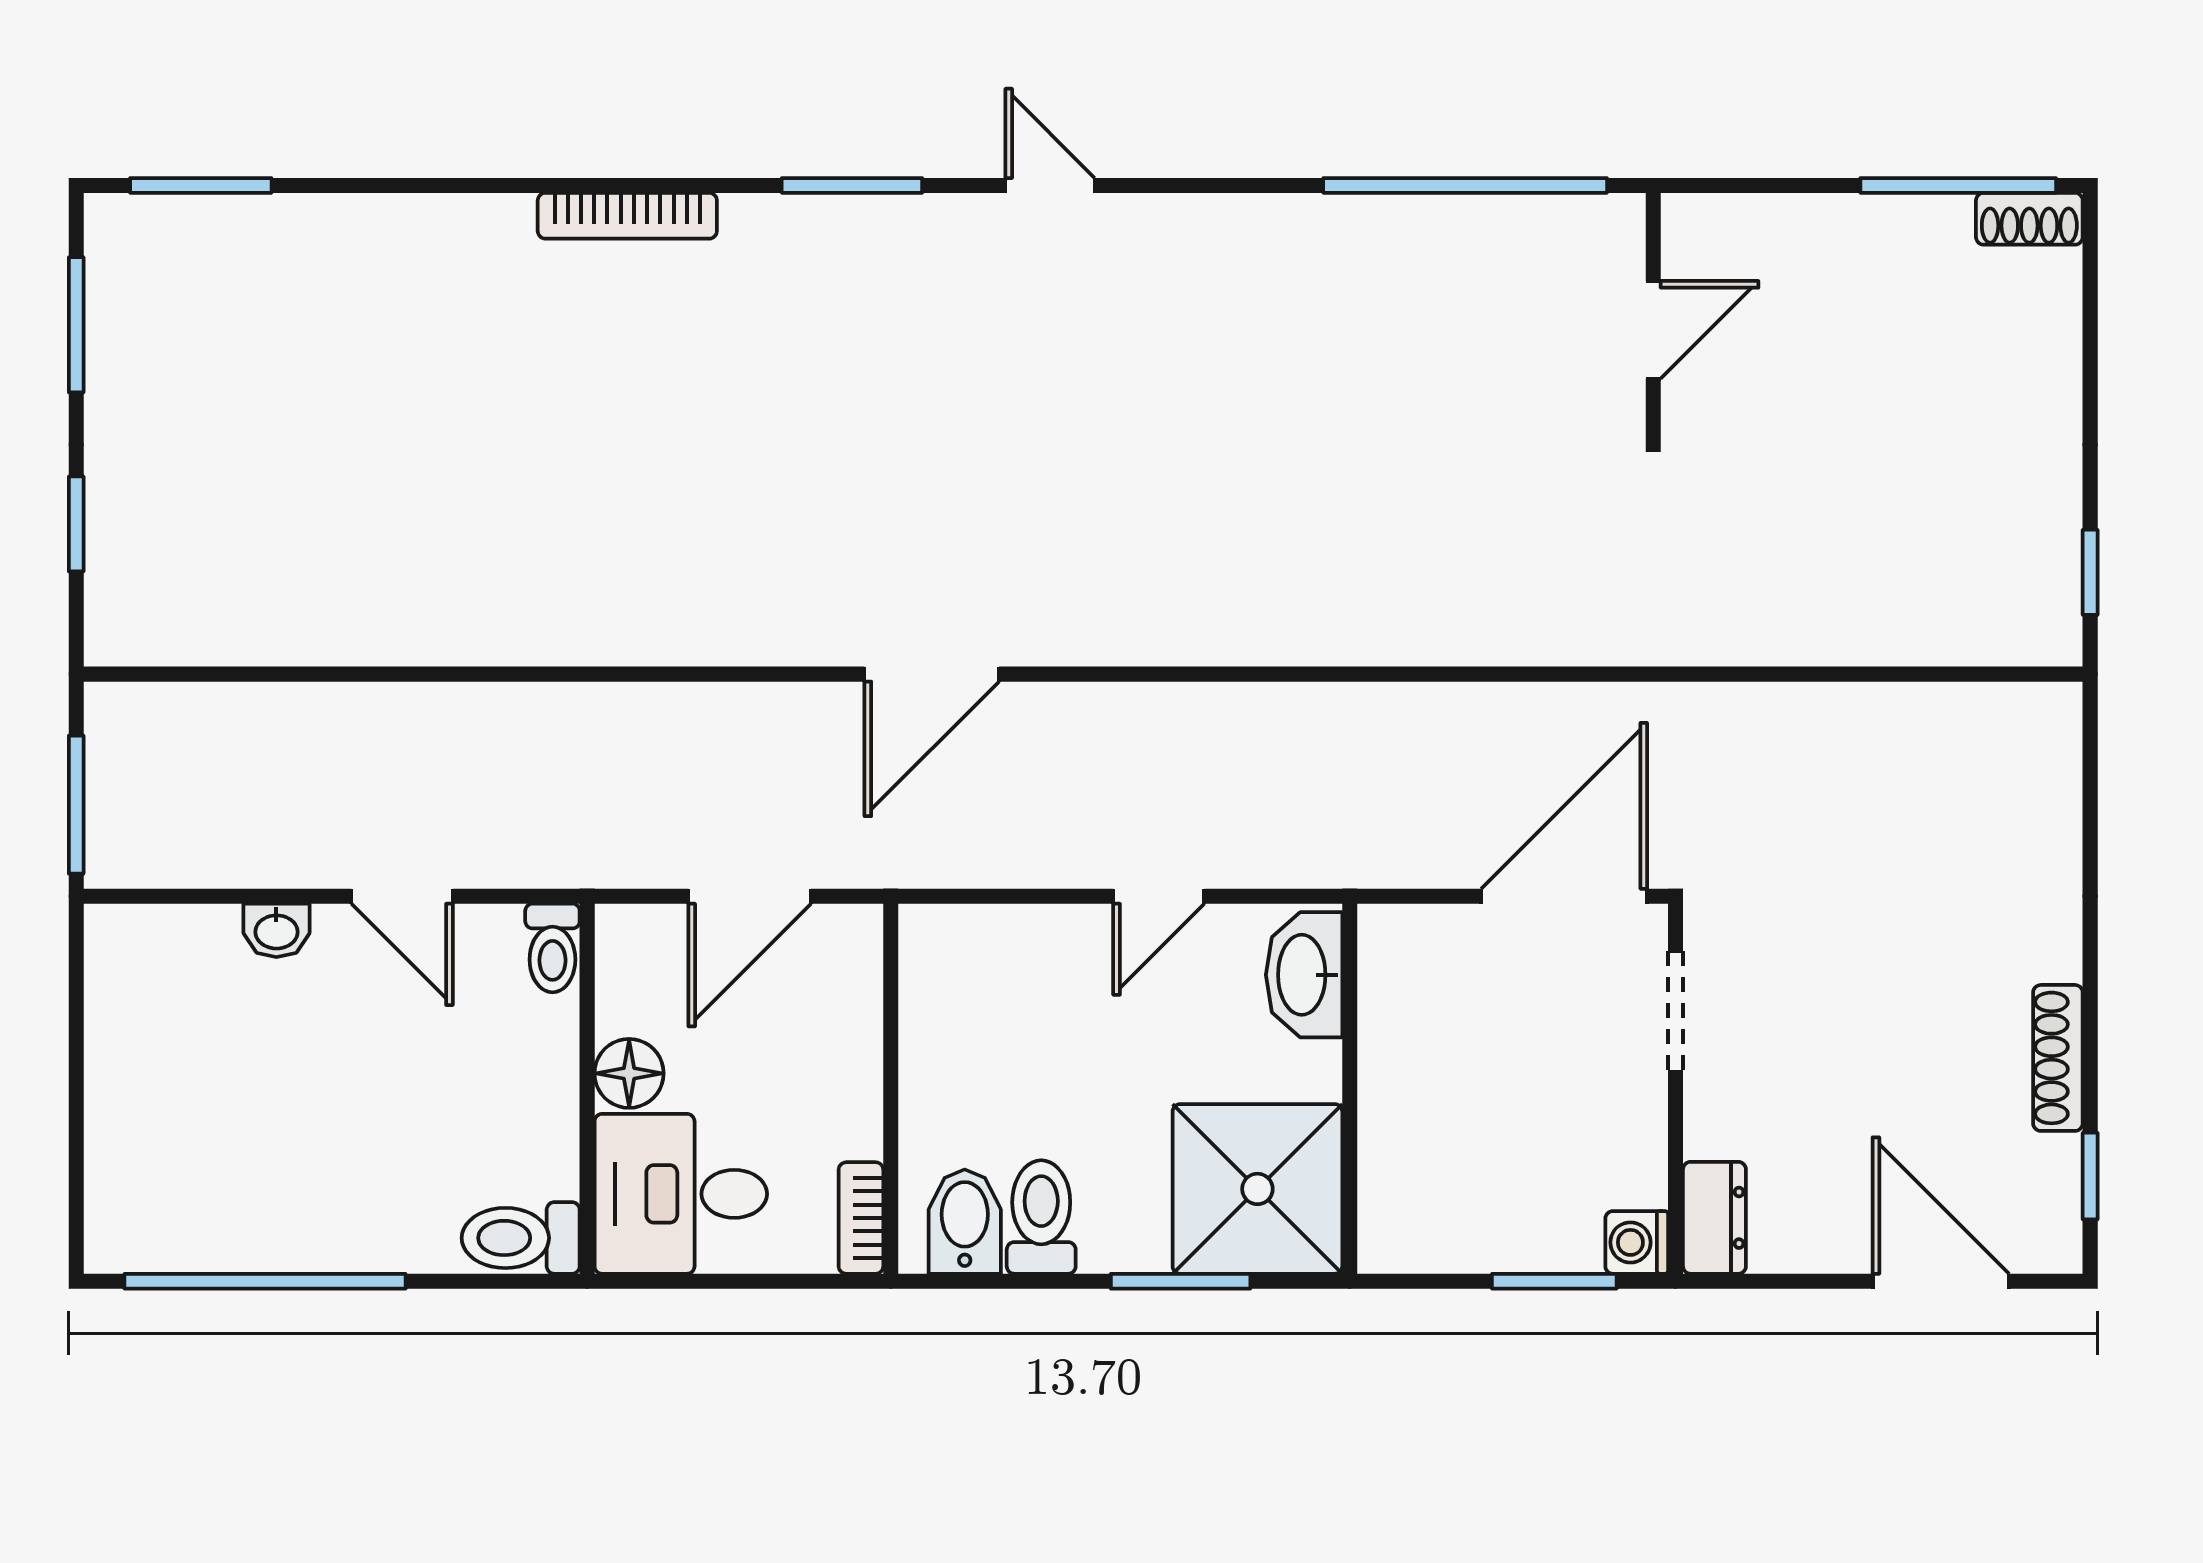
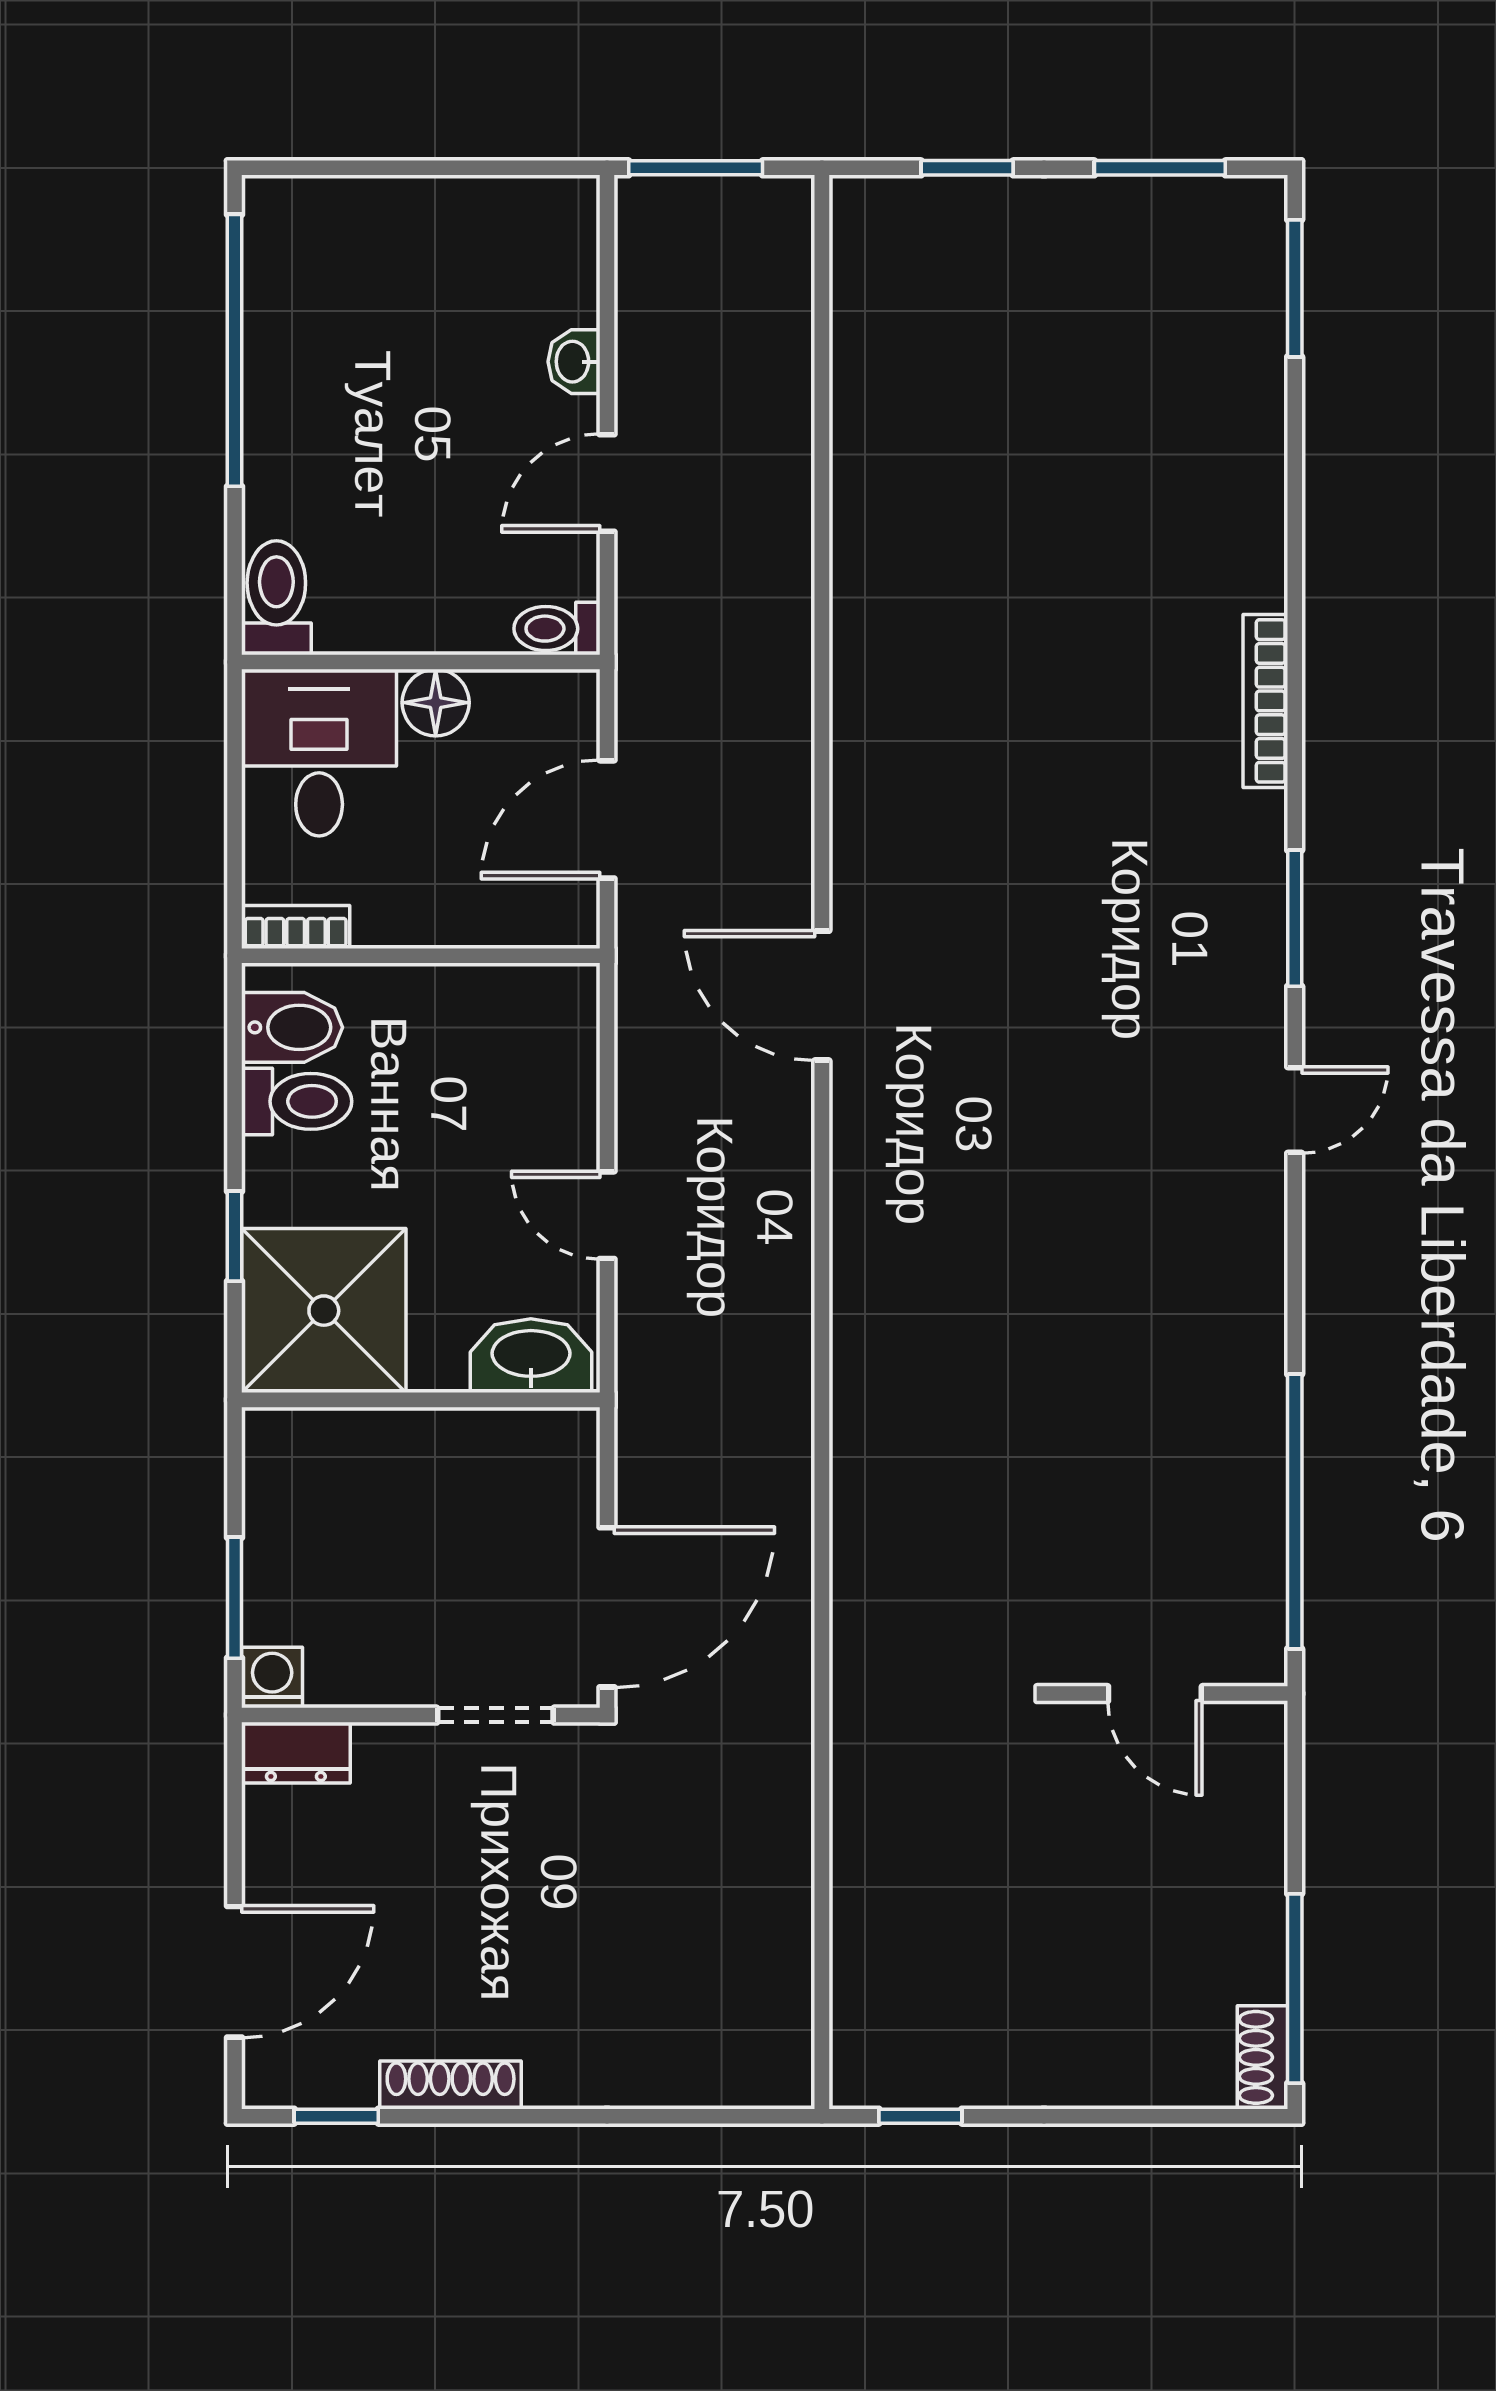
door: (750, 896) -> (607, 819), hinge flipped
door: (1564, 896) -> (607, 1607), hinge flipped
window: (1181, 1281) -> (235, 1236), width x0.67

